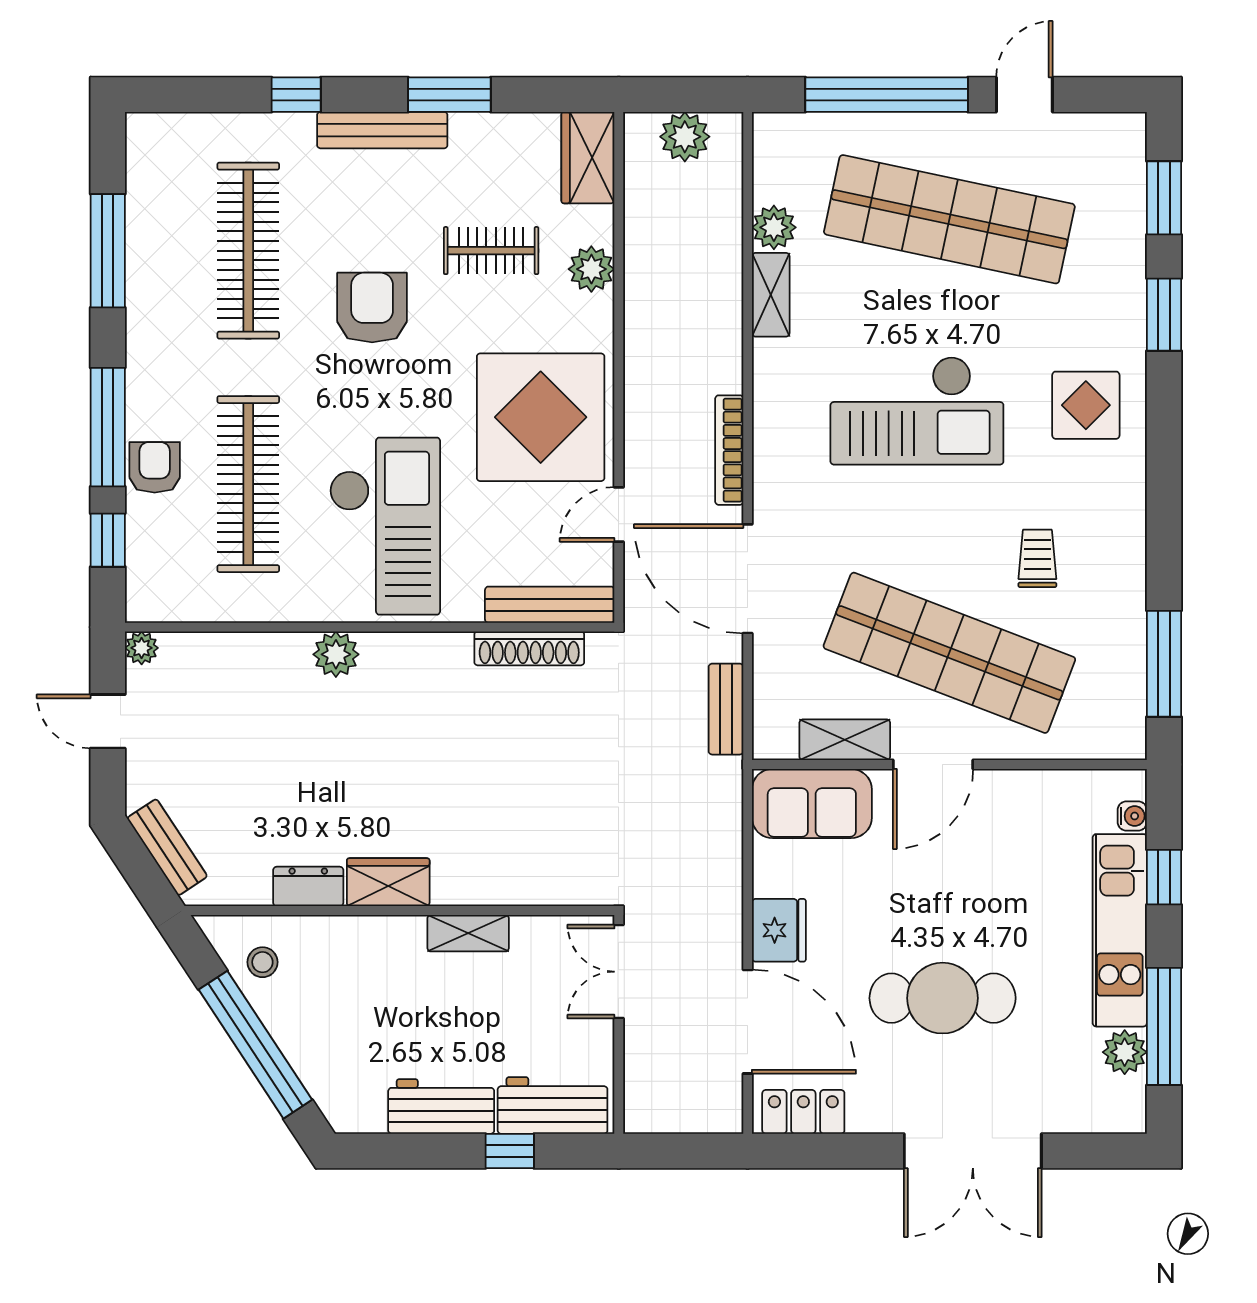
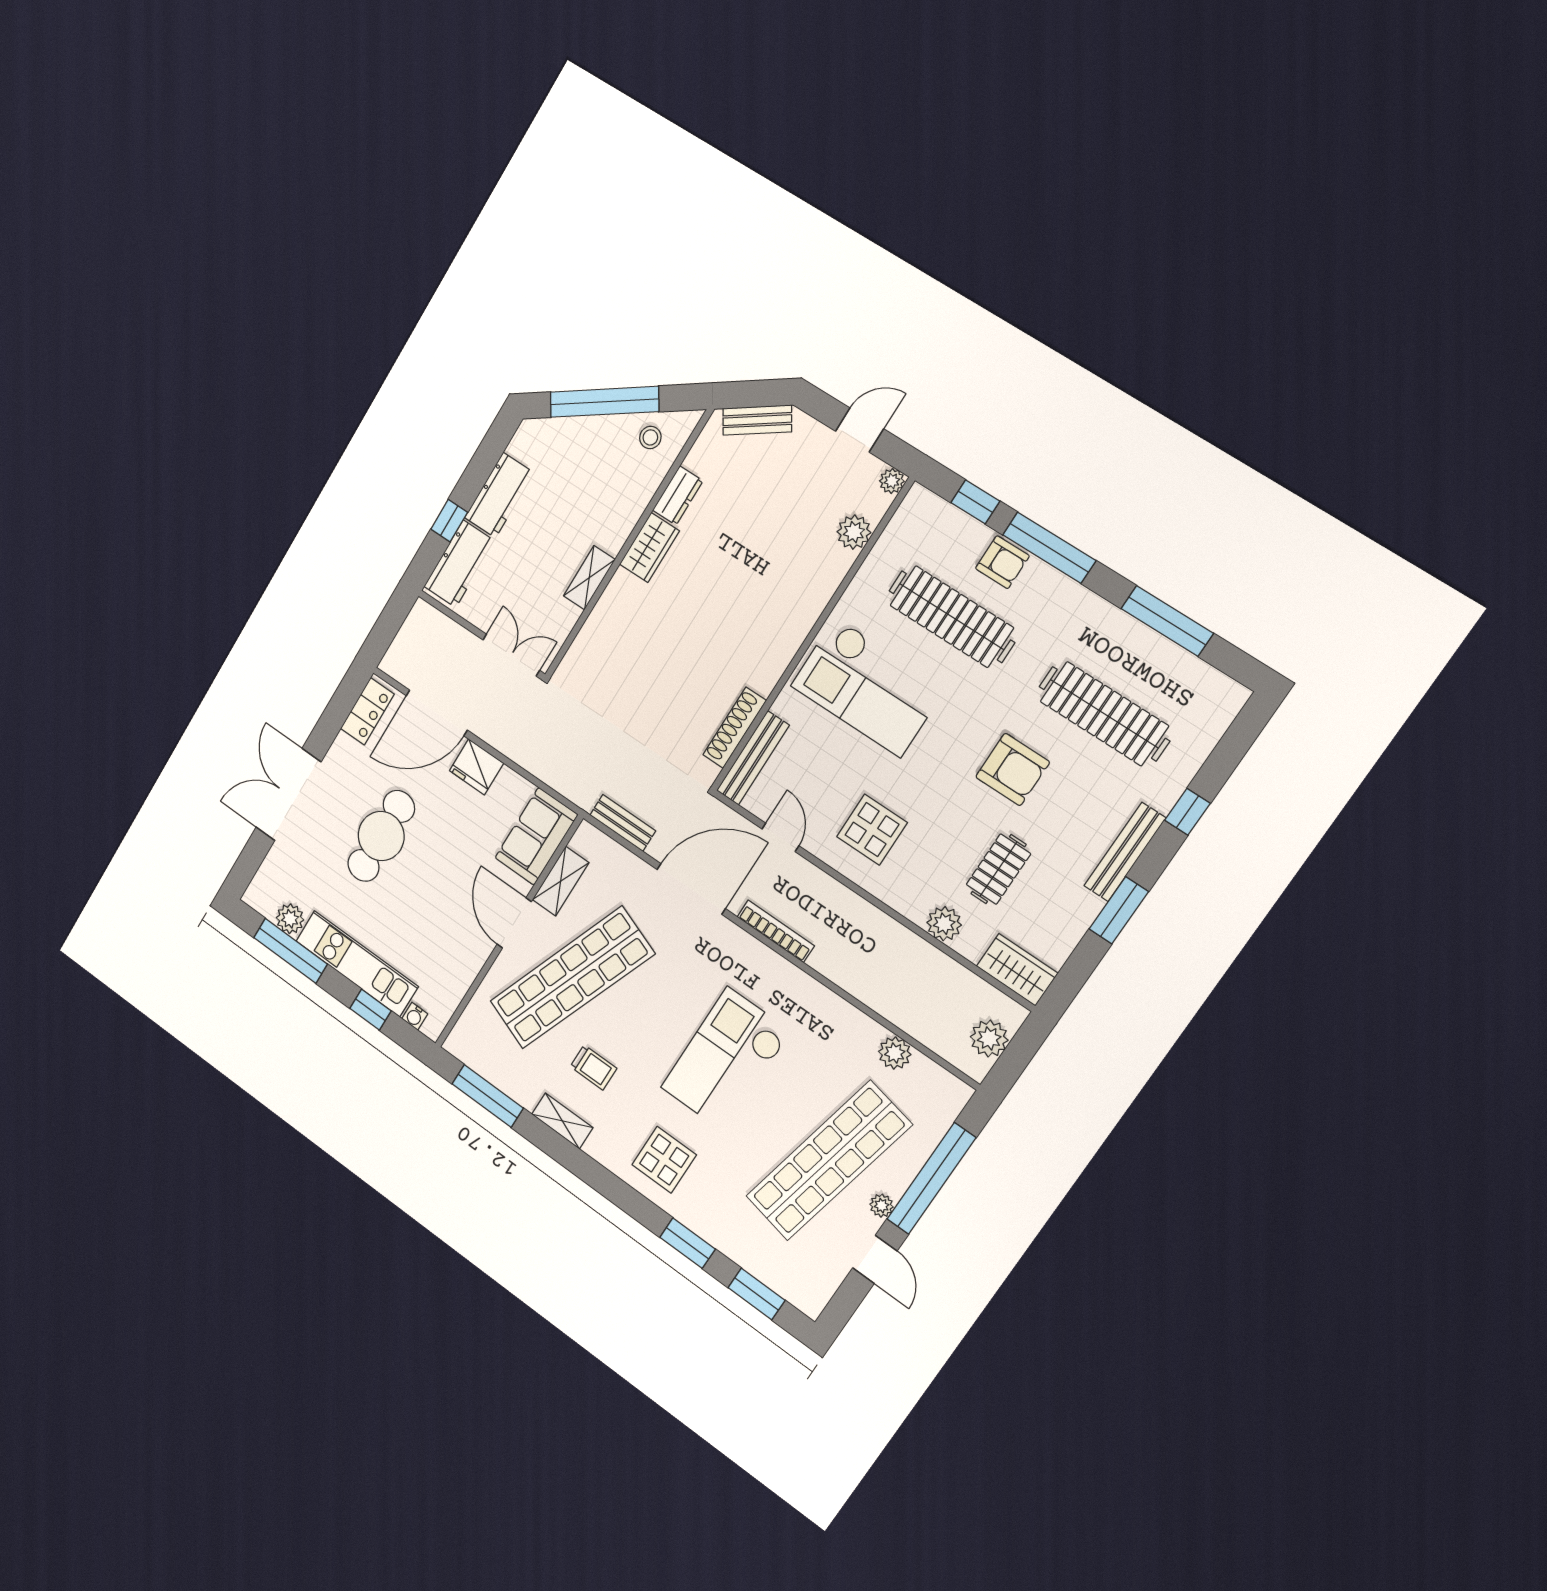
plant: (957, 128) -> (882, 1206), added
shelving: (771, 295) -> (562, 1121), moved
display table: (541, 417) -> (872, 830), width x0.54, depth x0.54
plant: (336, 654) -> (854, 532), moved

